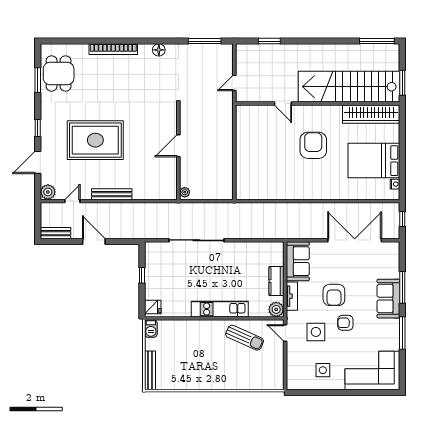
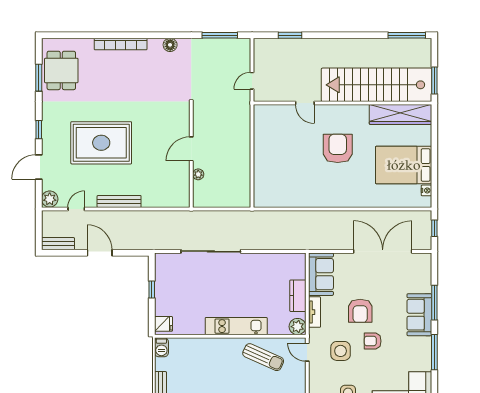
plant: (185, 192) -> (198, 174), moved

